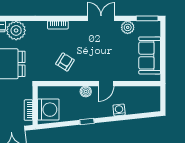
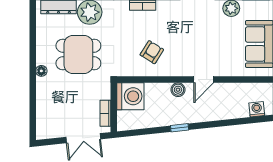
washing machine: (48, 110) -> (130, 96), moved
washing machine: (119, 110) -> (257, 109), moved

